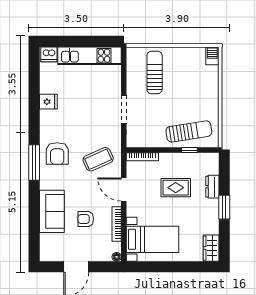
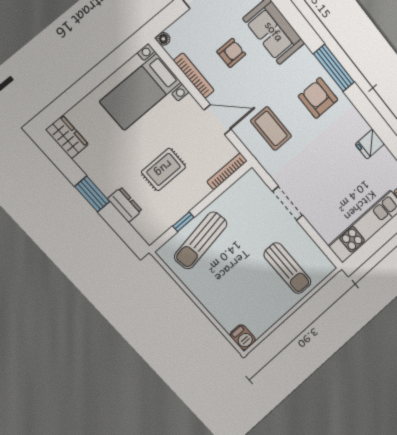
coffee table: (98, 159) -> (271, 128), turned -66

